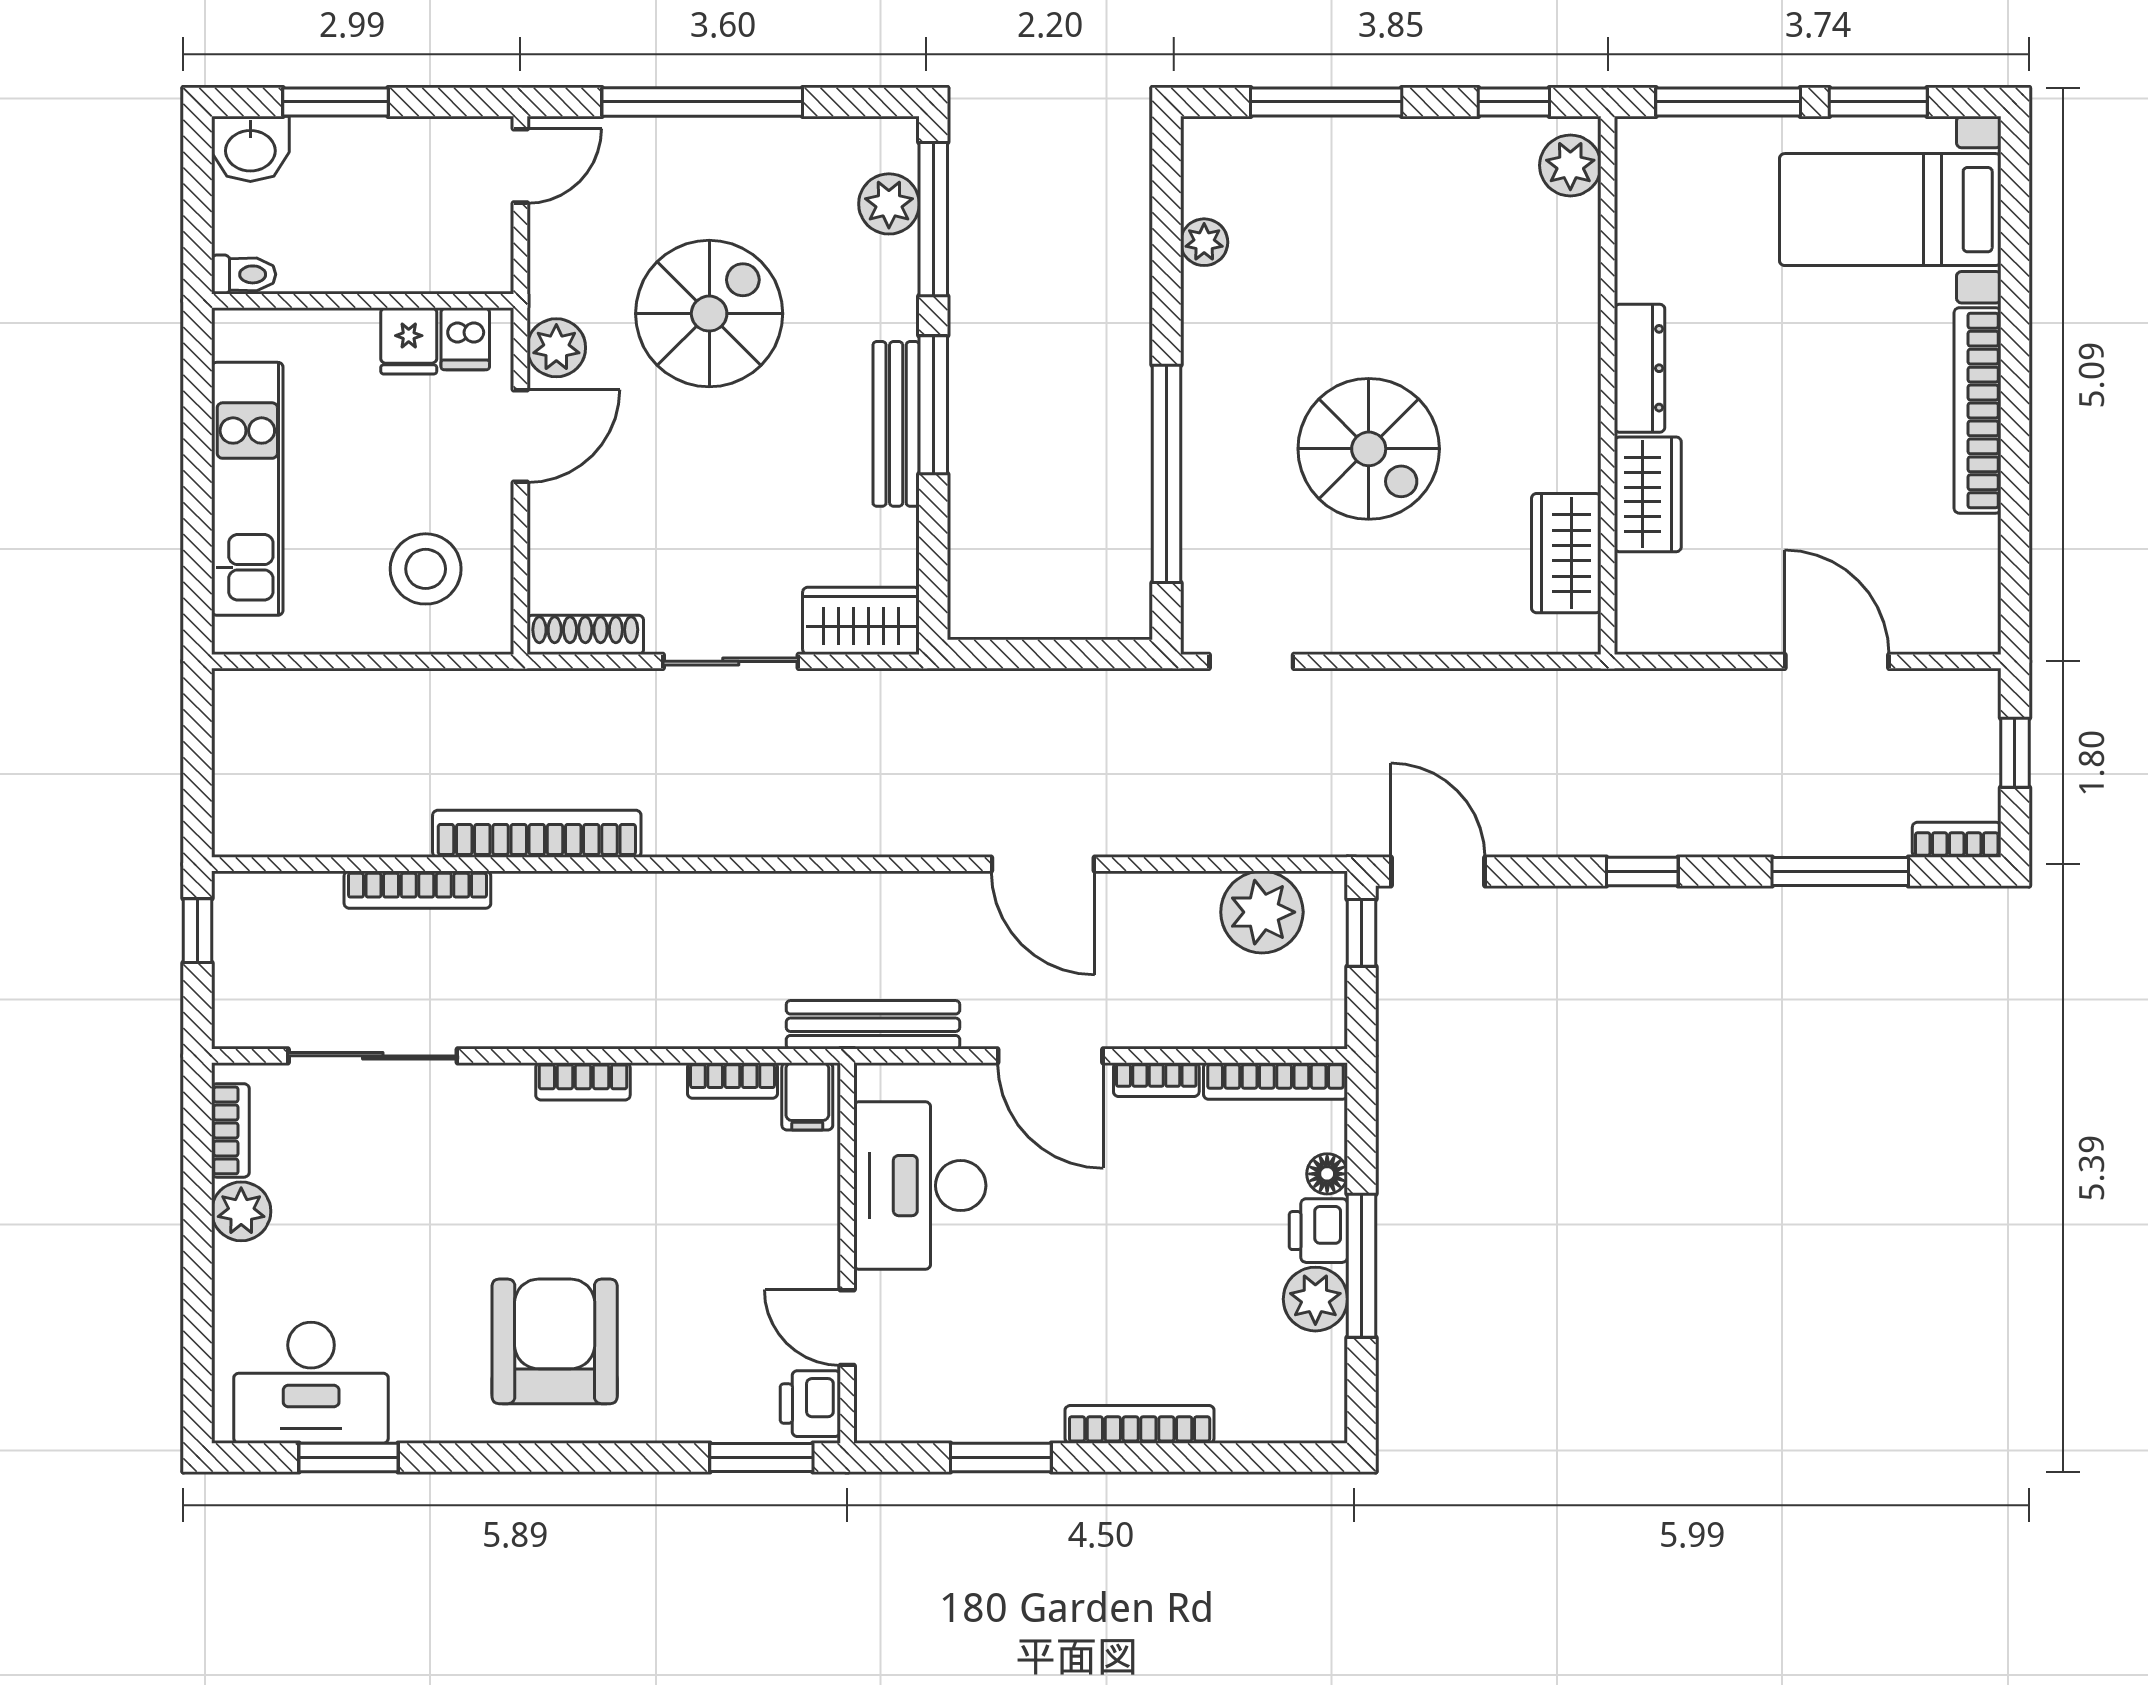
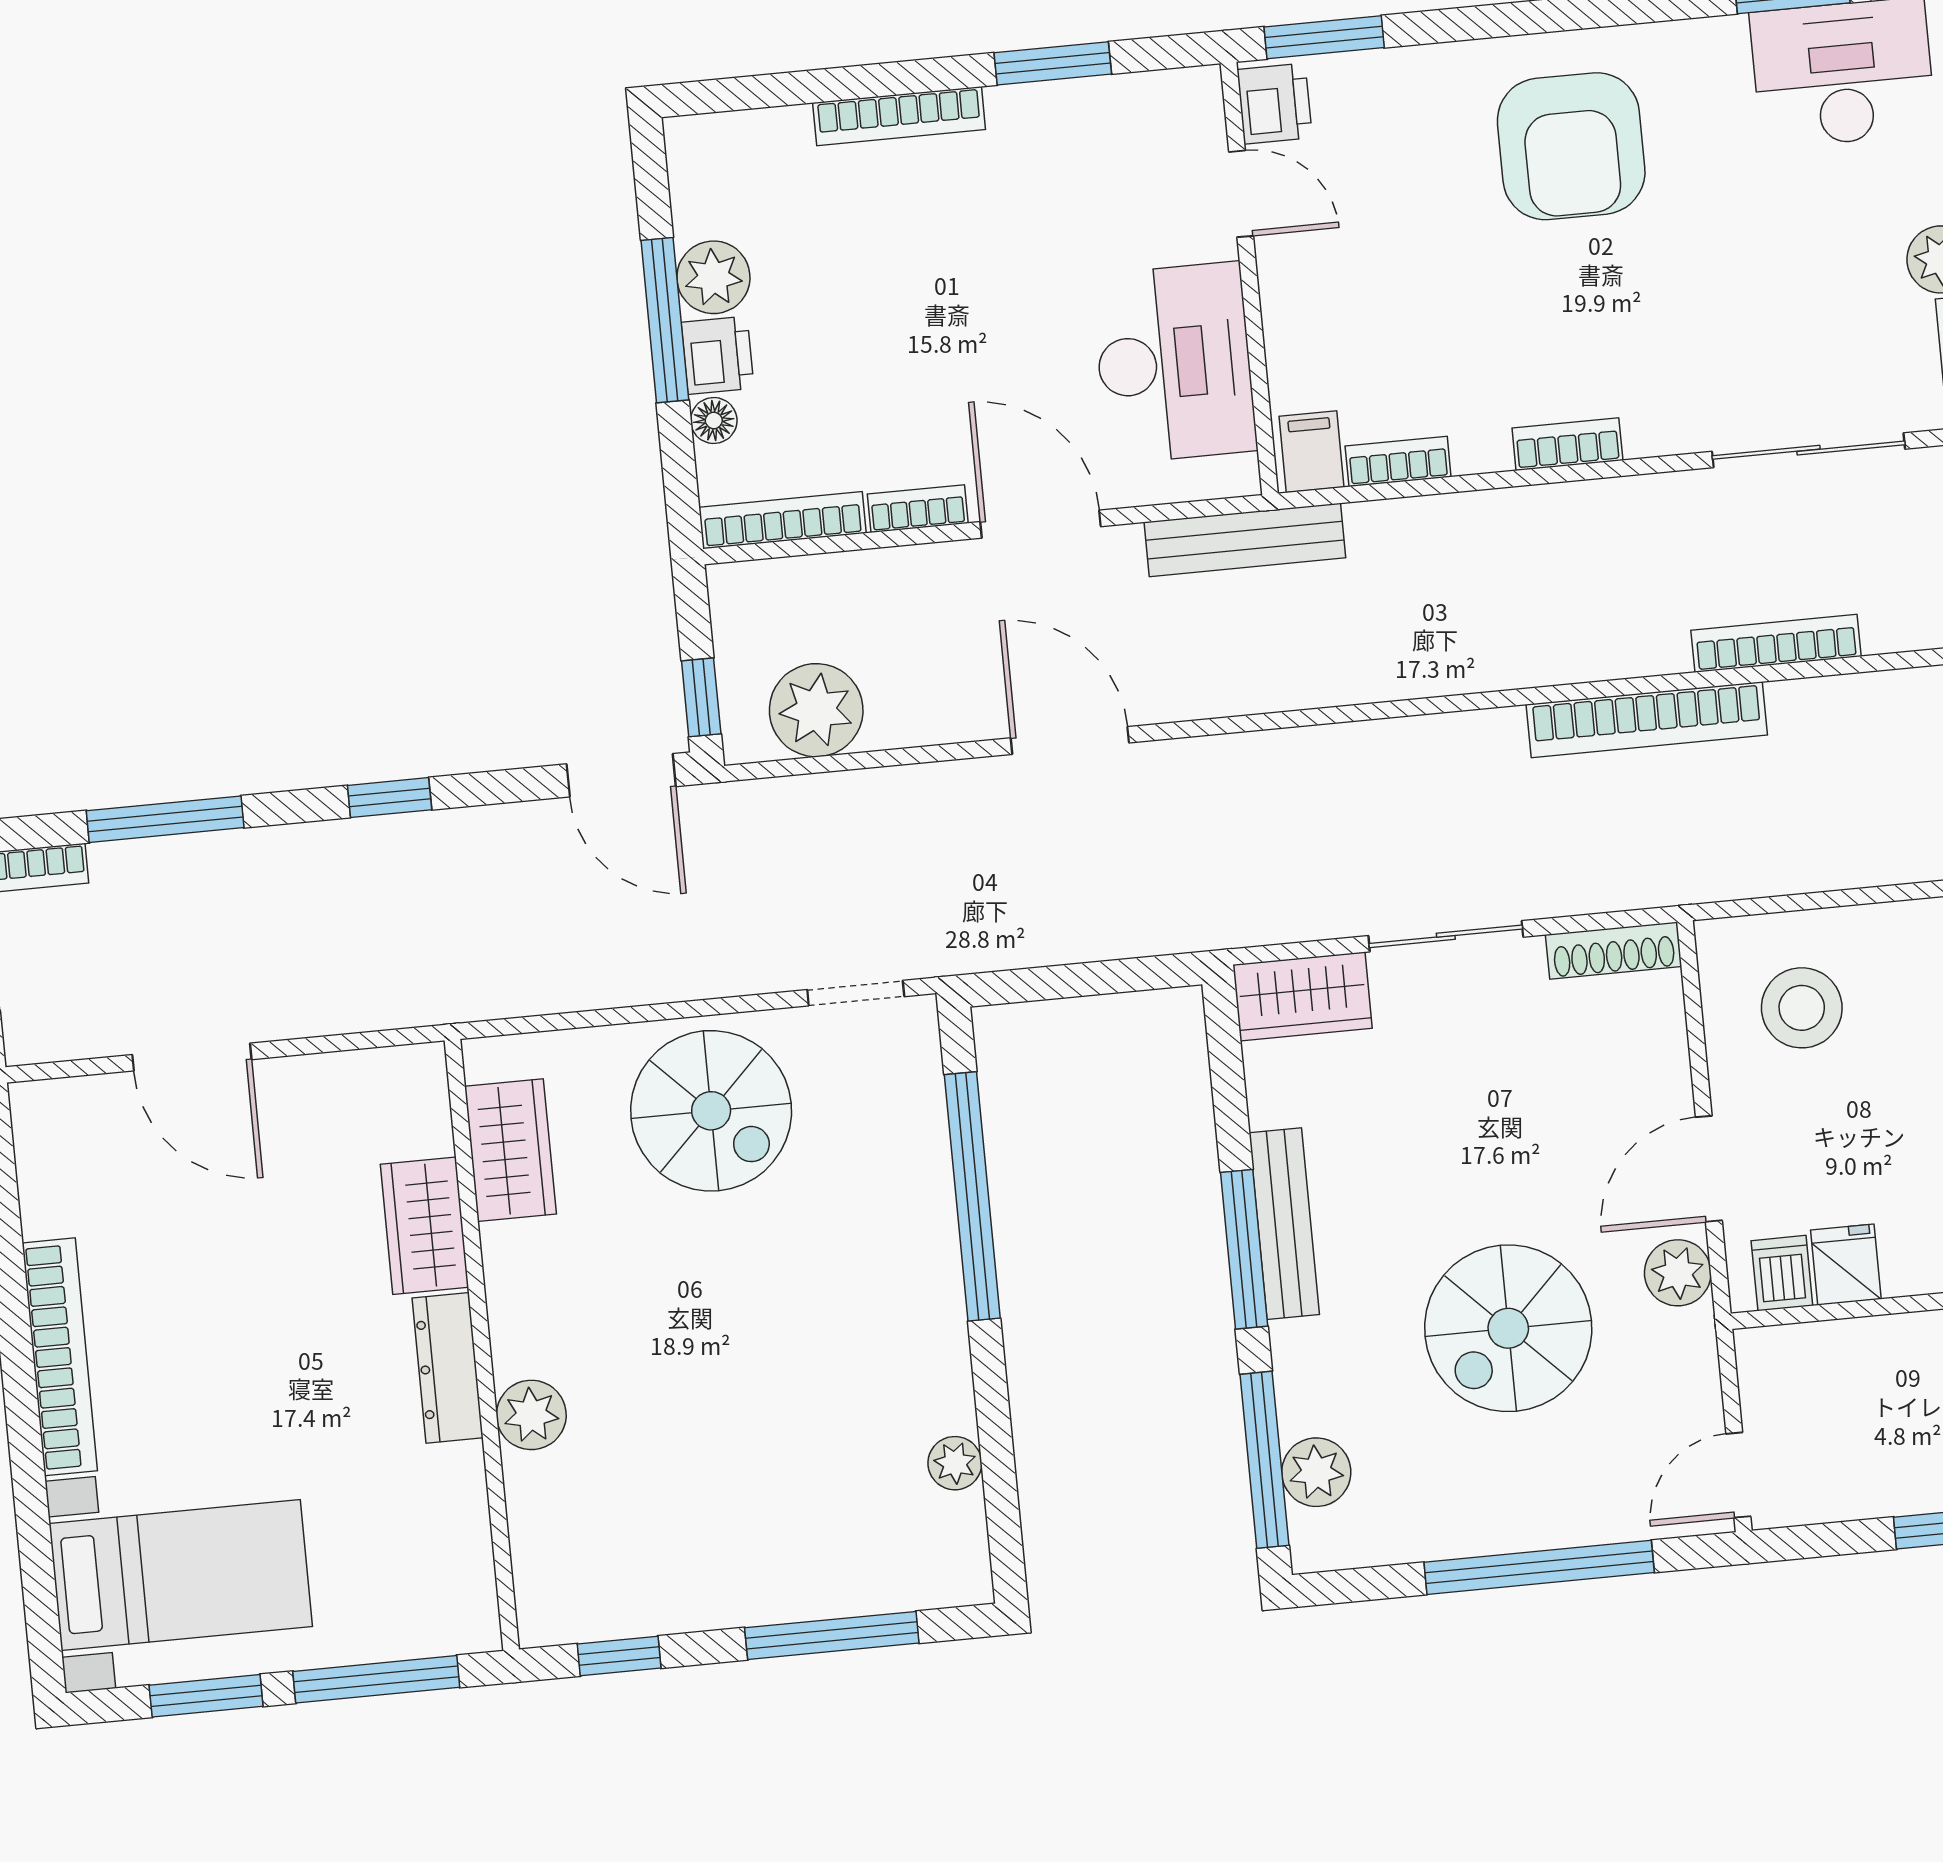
plant: (1570, 165) -> (531, 1415), moved
spiral stairs: (1369, 449) -> (711, 1111), moved, turned 180

